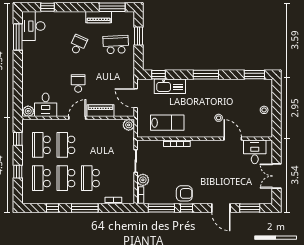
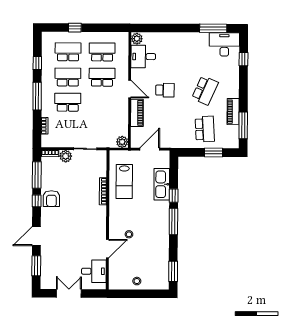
school desk: (78, 45) -> (205, 90), width x1.85
window: (159, 75) -> (174, 196), moved
window: (18, 139) -> (108, 28), removed

